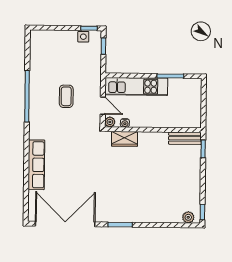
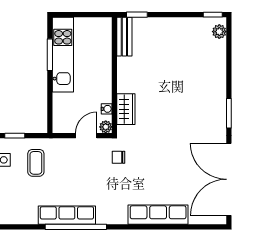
kitchen unit: (136, 87) -> (63, 55), moved
row of seats: (37, 89) -> (67, 215), added
coffee table: (66, 96) -> (36, 163), moved, turned 90
chair: (84, 132) -> (118, 157), added

